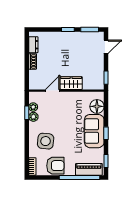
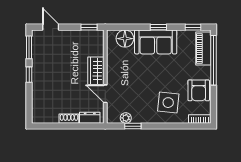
dresser: (33, 45) -> (90, 118), moved
plant: (33, 117) -> (138, 118), removed
armchair: (55, 166) -> (199, 90), turned 180

